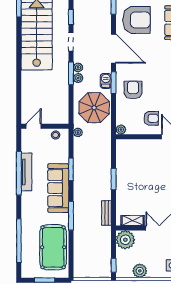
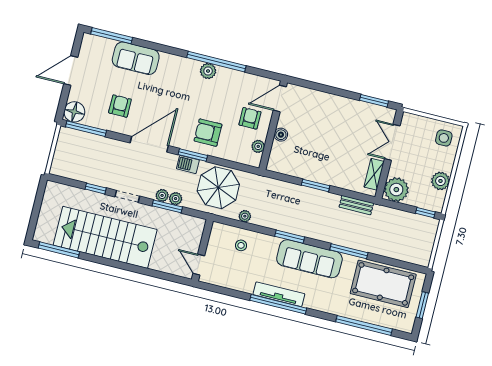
armchair: (137, 20) -> (120, 106), width x0.53, depth x0.53
door: (34, 126) -> (199, 265), moved
wall: (45, 126) -> (202, 250), moved
plant: (121, 130) -> (258, 146), moved
boiler: (145, 144) -> (281, 135), added

